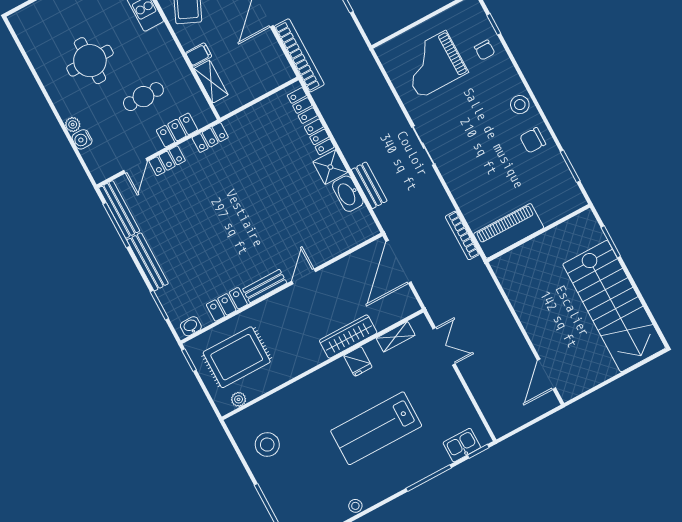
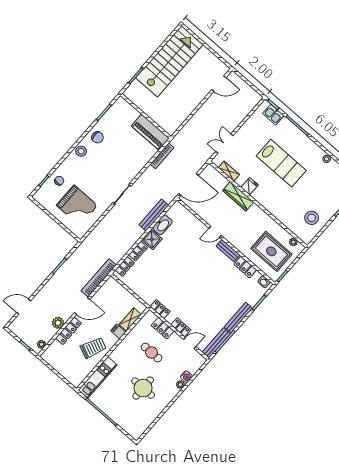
bench: (369, 185) -> (154, 215), width x1.36

